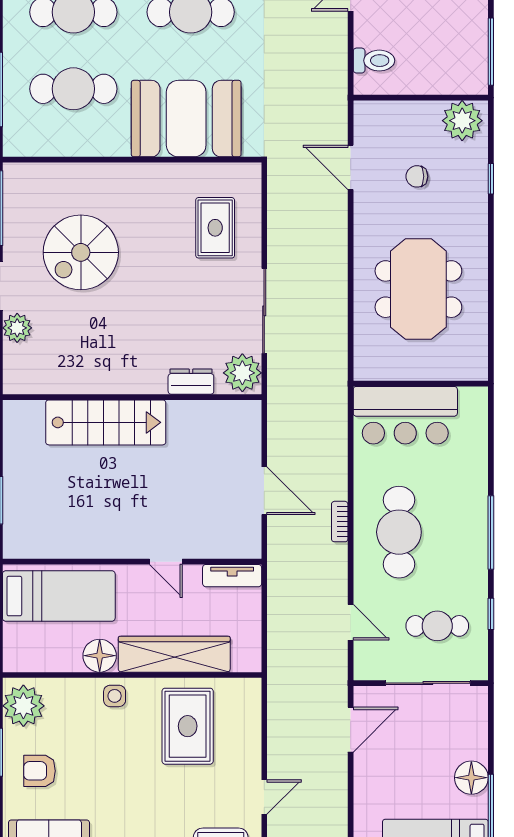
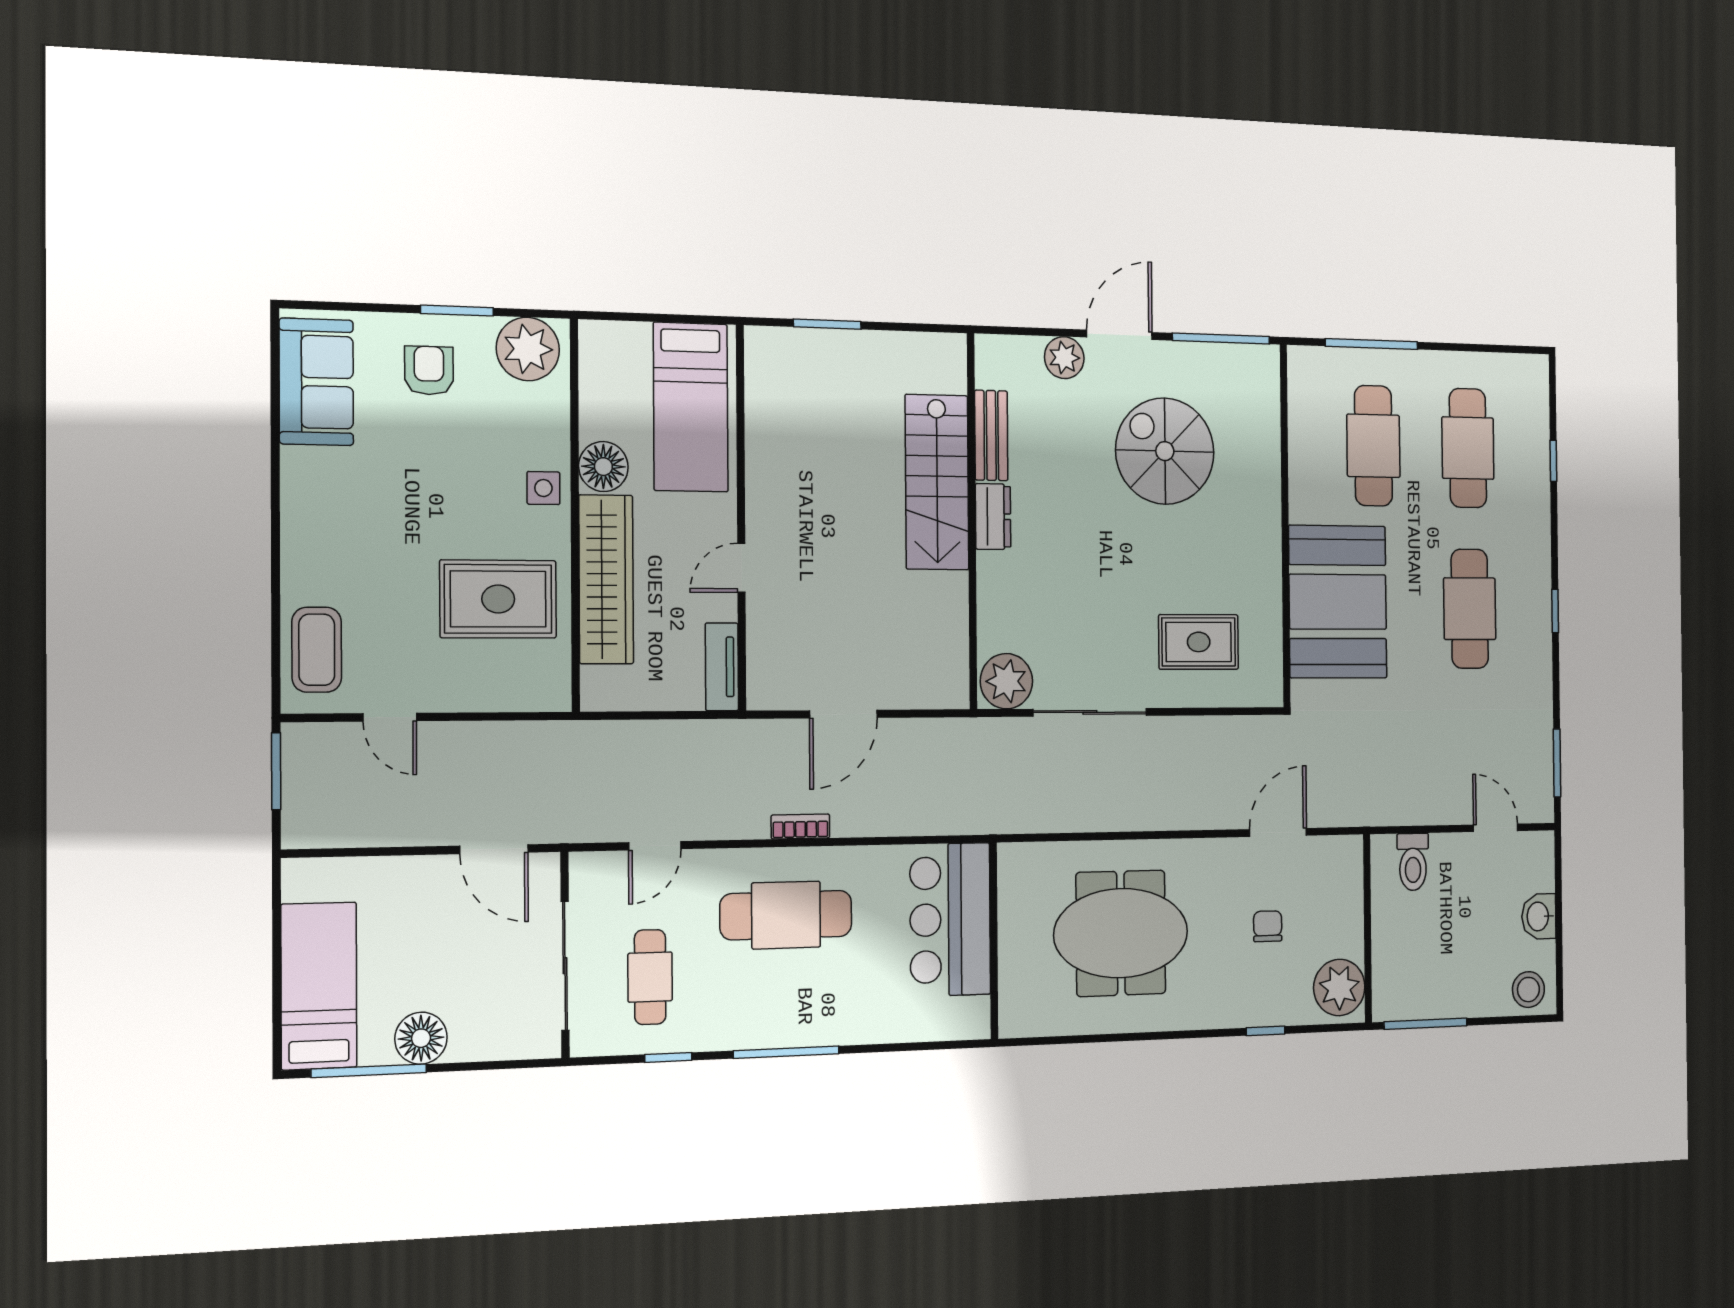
bench: (73, 382) -> (991, 435), added
dresser: (191, 382) -> (993, 517), moved

